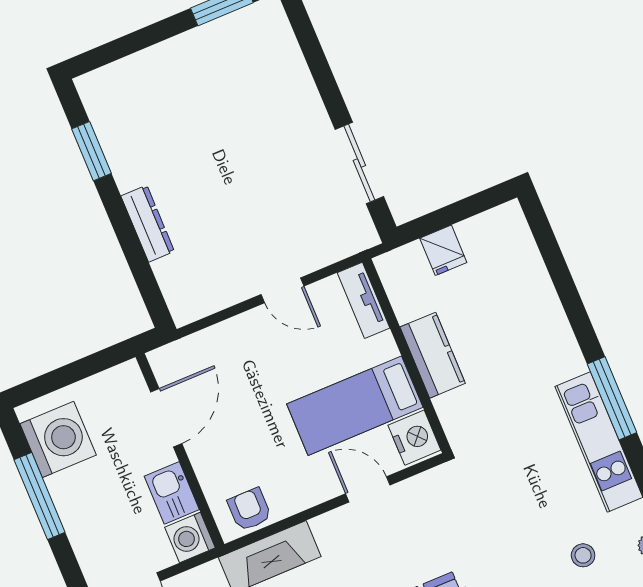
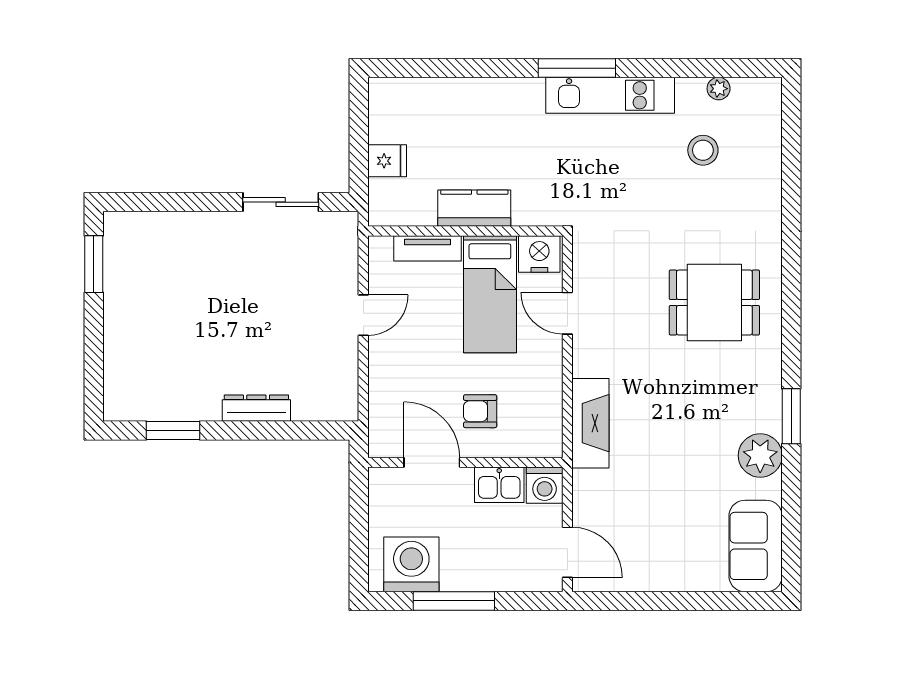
tv unit: (363, 300) -> (427, 248), moved
door: (368, 489) -> (567, 313), hinge flipped
armchair: (249, 509) -> (480, 411), moved
stool: (583, 555) -> (703, 150), width x1.37, depth x1.37

